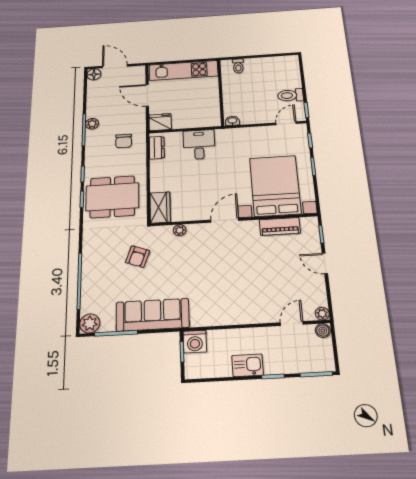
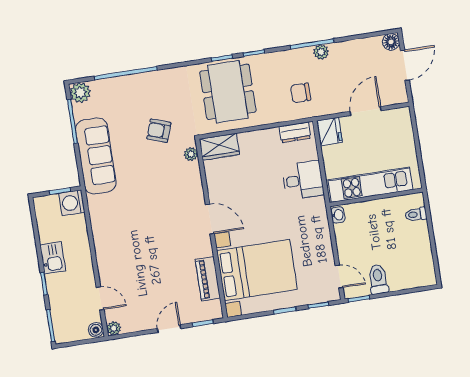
kitchen unit: (183, 70) -> (370, 185), moved, turned 90
plant: (180, 230) -> (191, 154), moved

